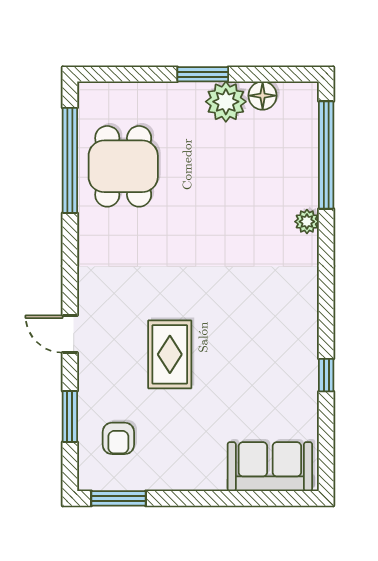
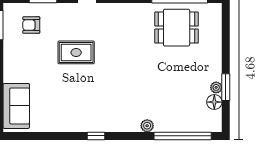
window: (203, 74) -> (226, 87), moved
plant: (226, 102) -> (216, 87), width x0.53, depth x0.53
window: (326, 375) -> (96, 136), moved

